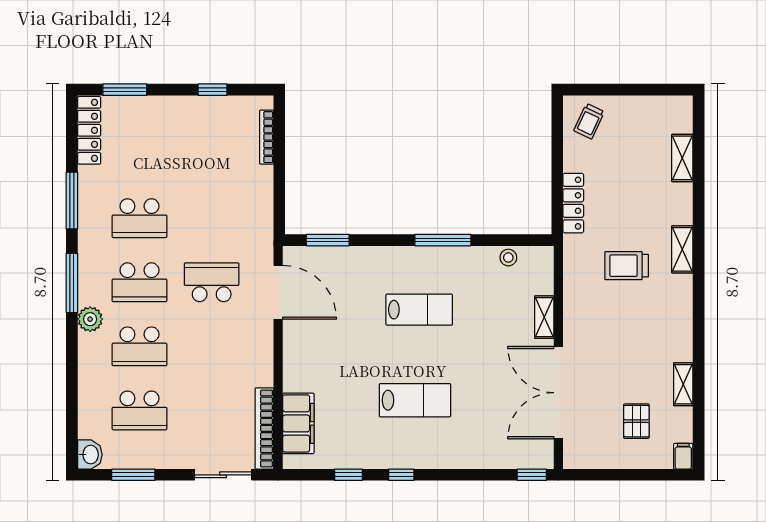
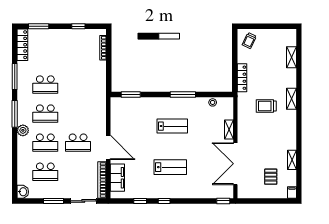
school desk: (212, 282) -> (78, 143), moved, turned 180
door: (278, 292) -> (108, 147), moved
window: (133, 475) -> (54, 201), moved

